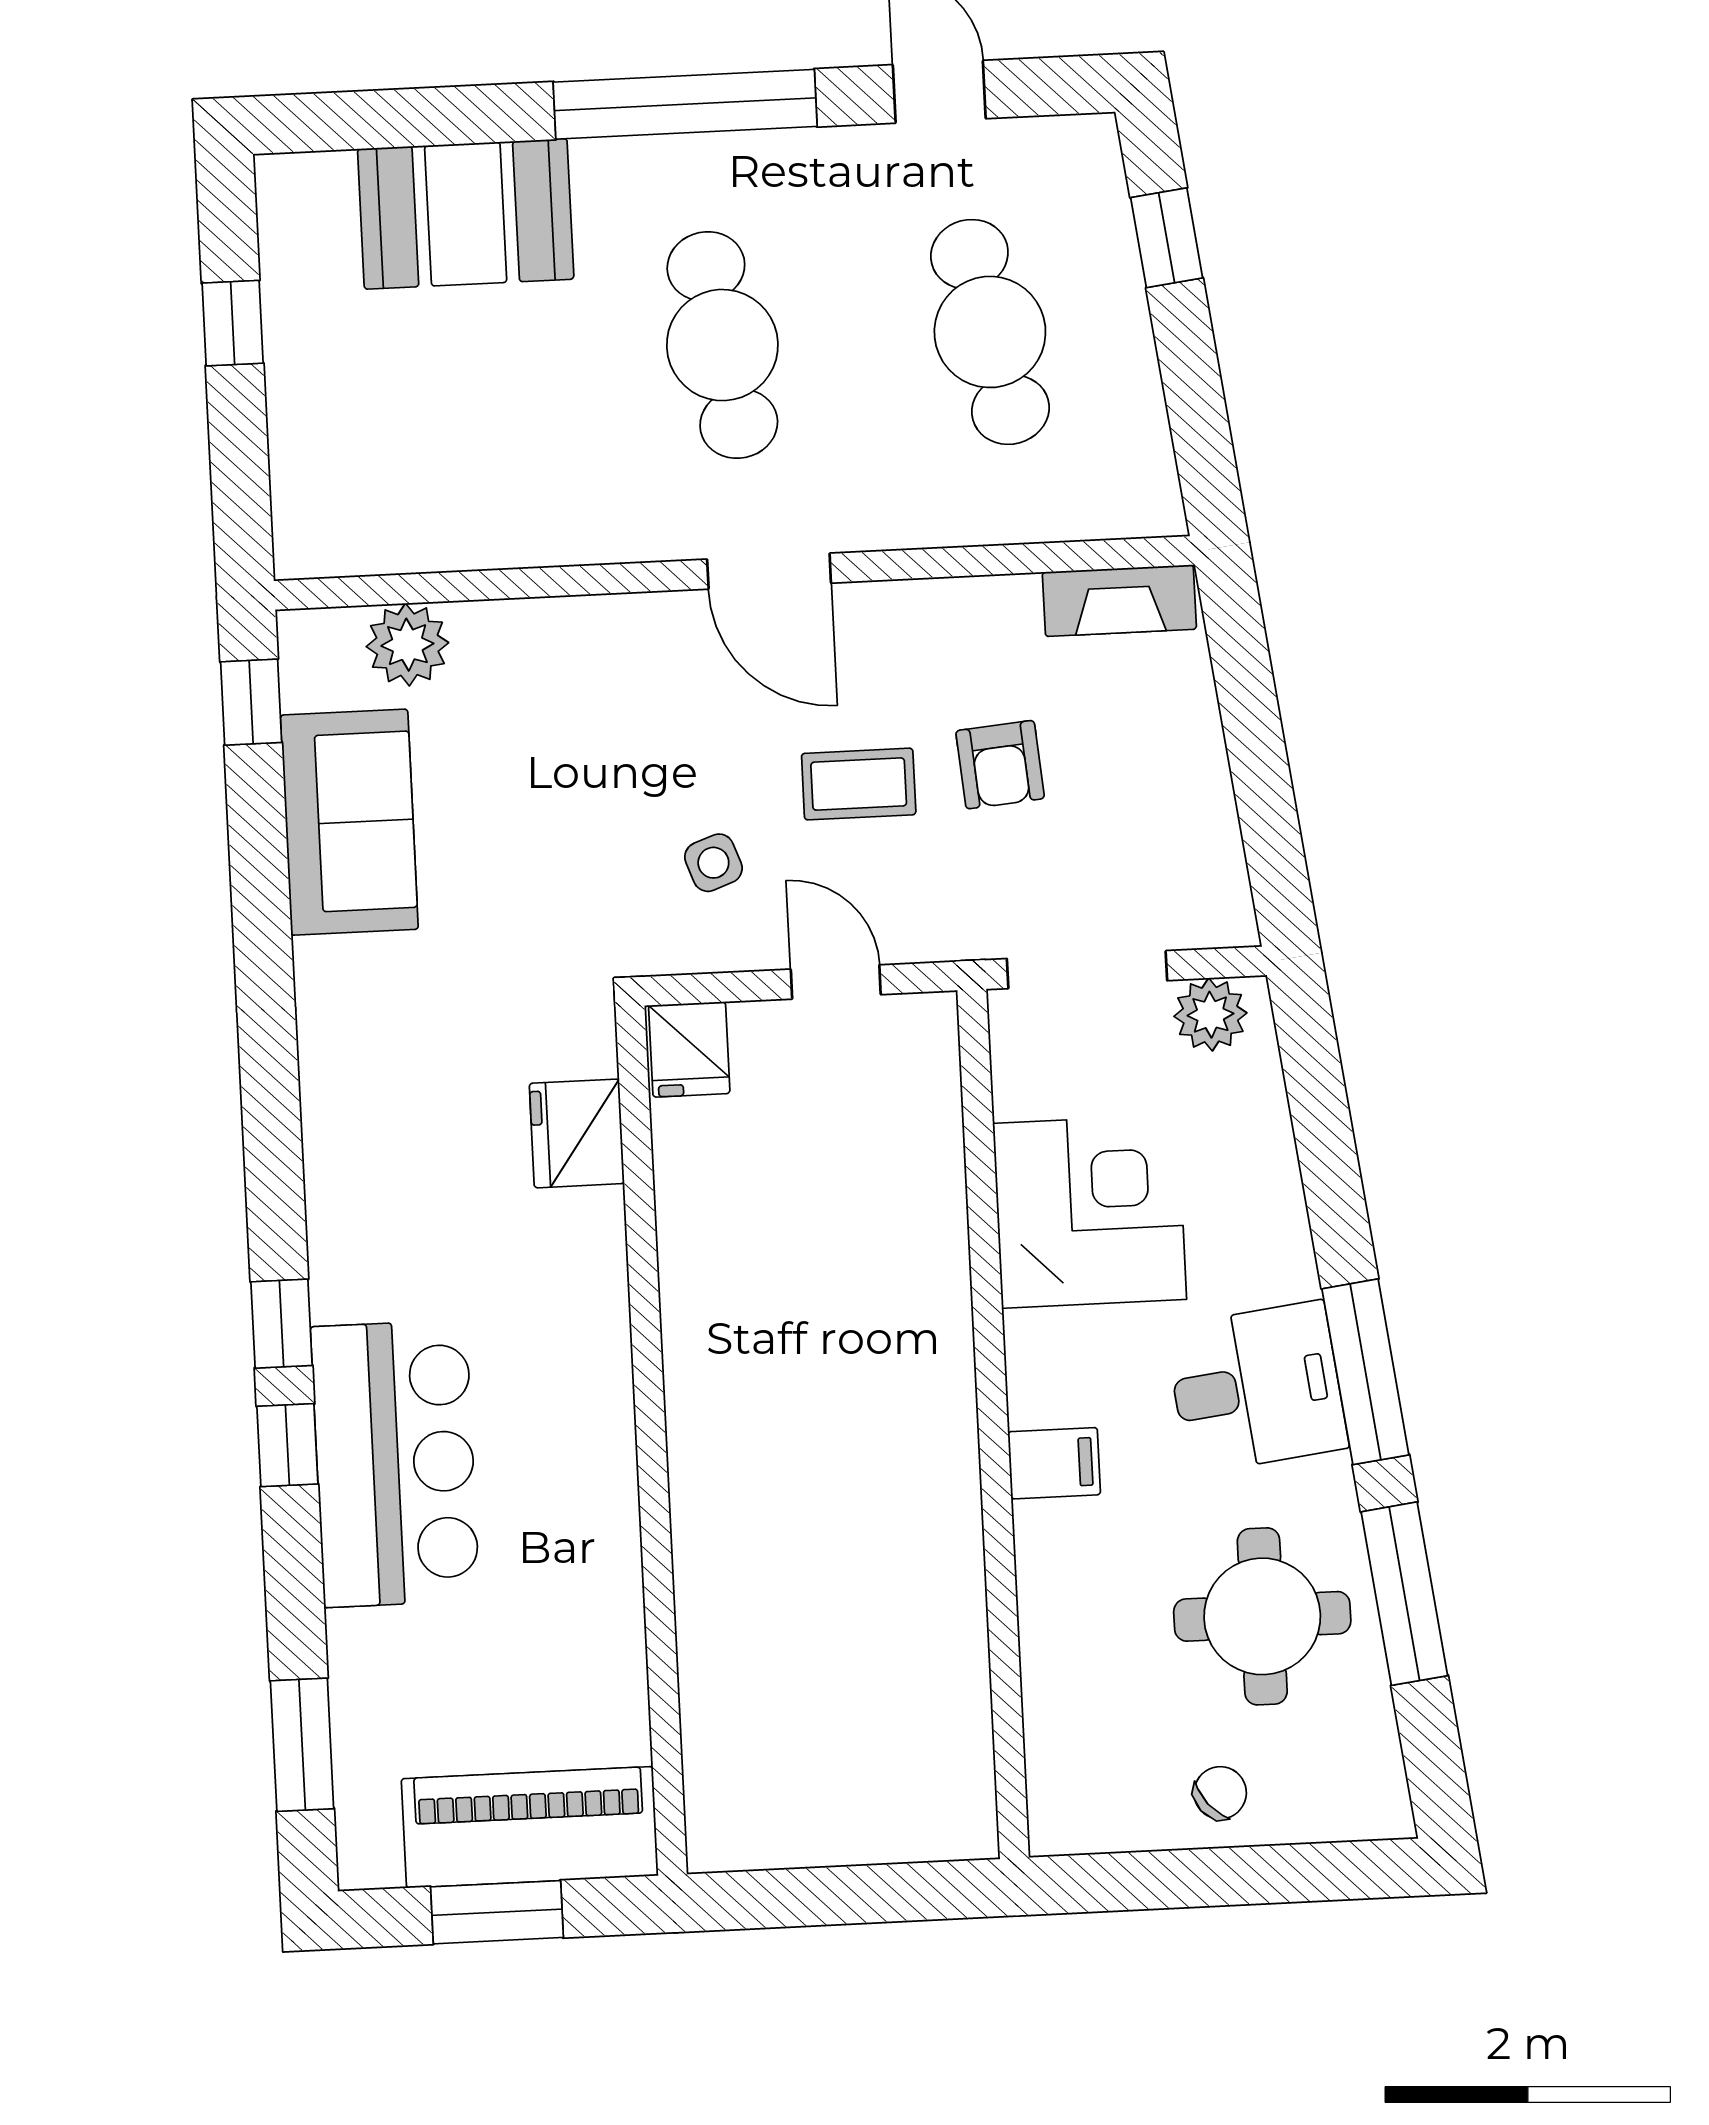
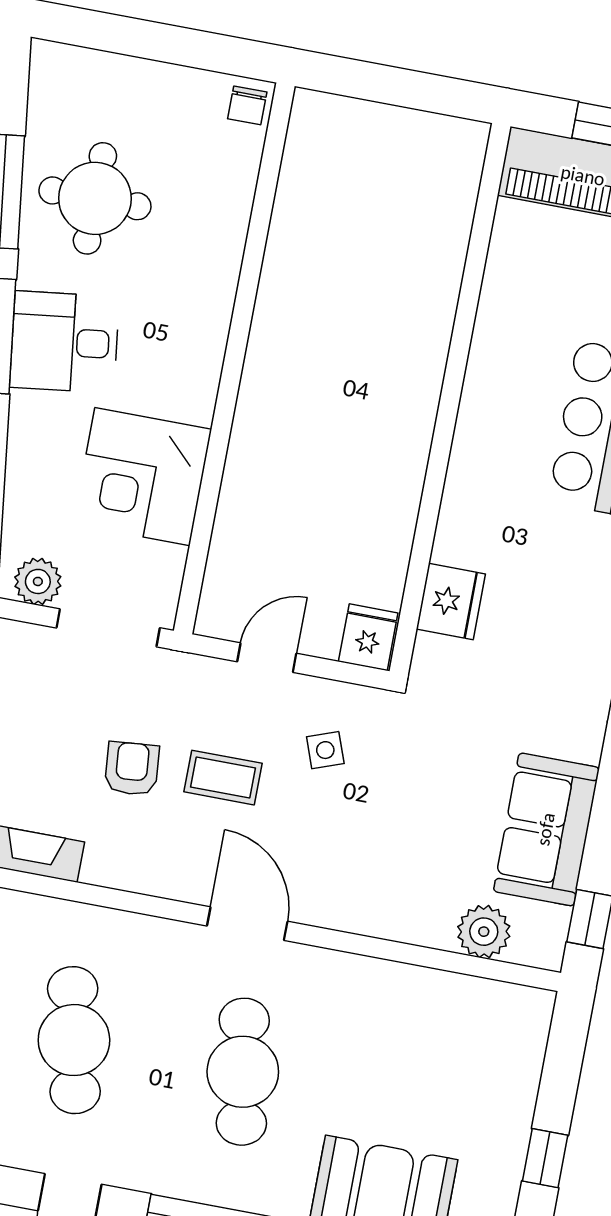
door: (836, 982) -> (267, 658), swing flipped
filing cabinet: (1054, 1463) -> (202, 325), removed
chair: (1220, 1793) -> (247, 105), moved, turned -50

